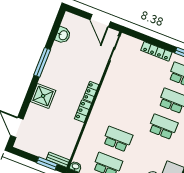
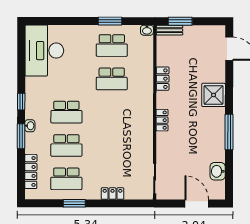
door: (100, 21) -> (197, 203), moved
locker: (156, 51) -> (112, 194), width x0.66
locker: (83, 111) -> (163, 79), moved

